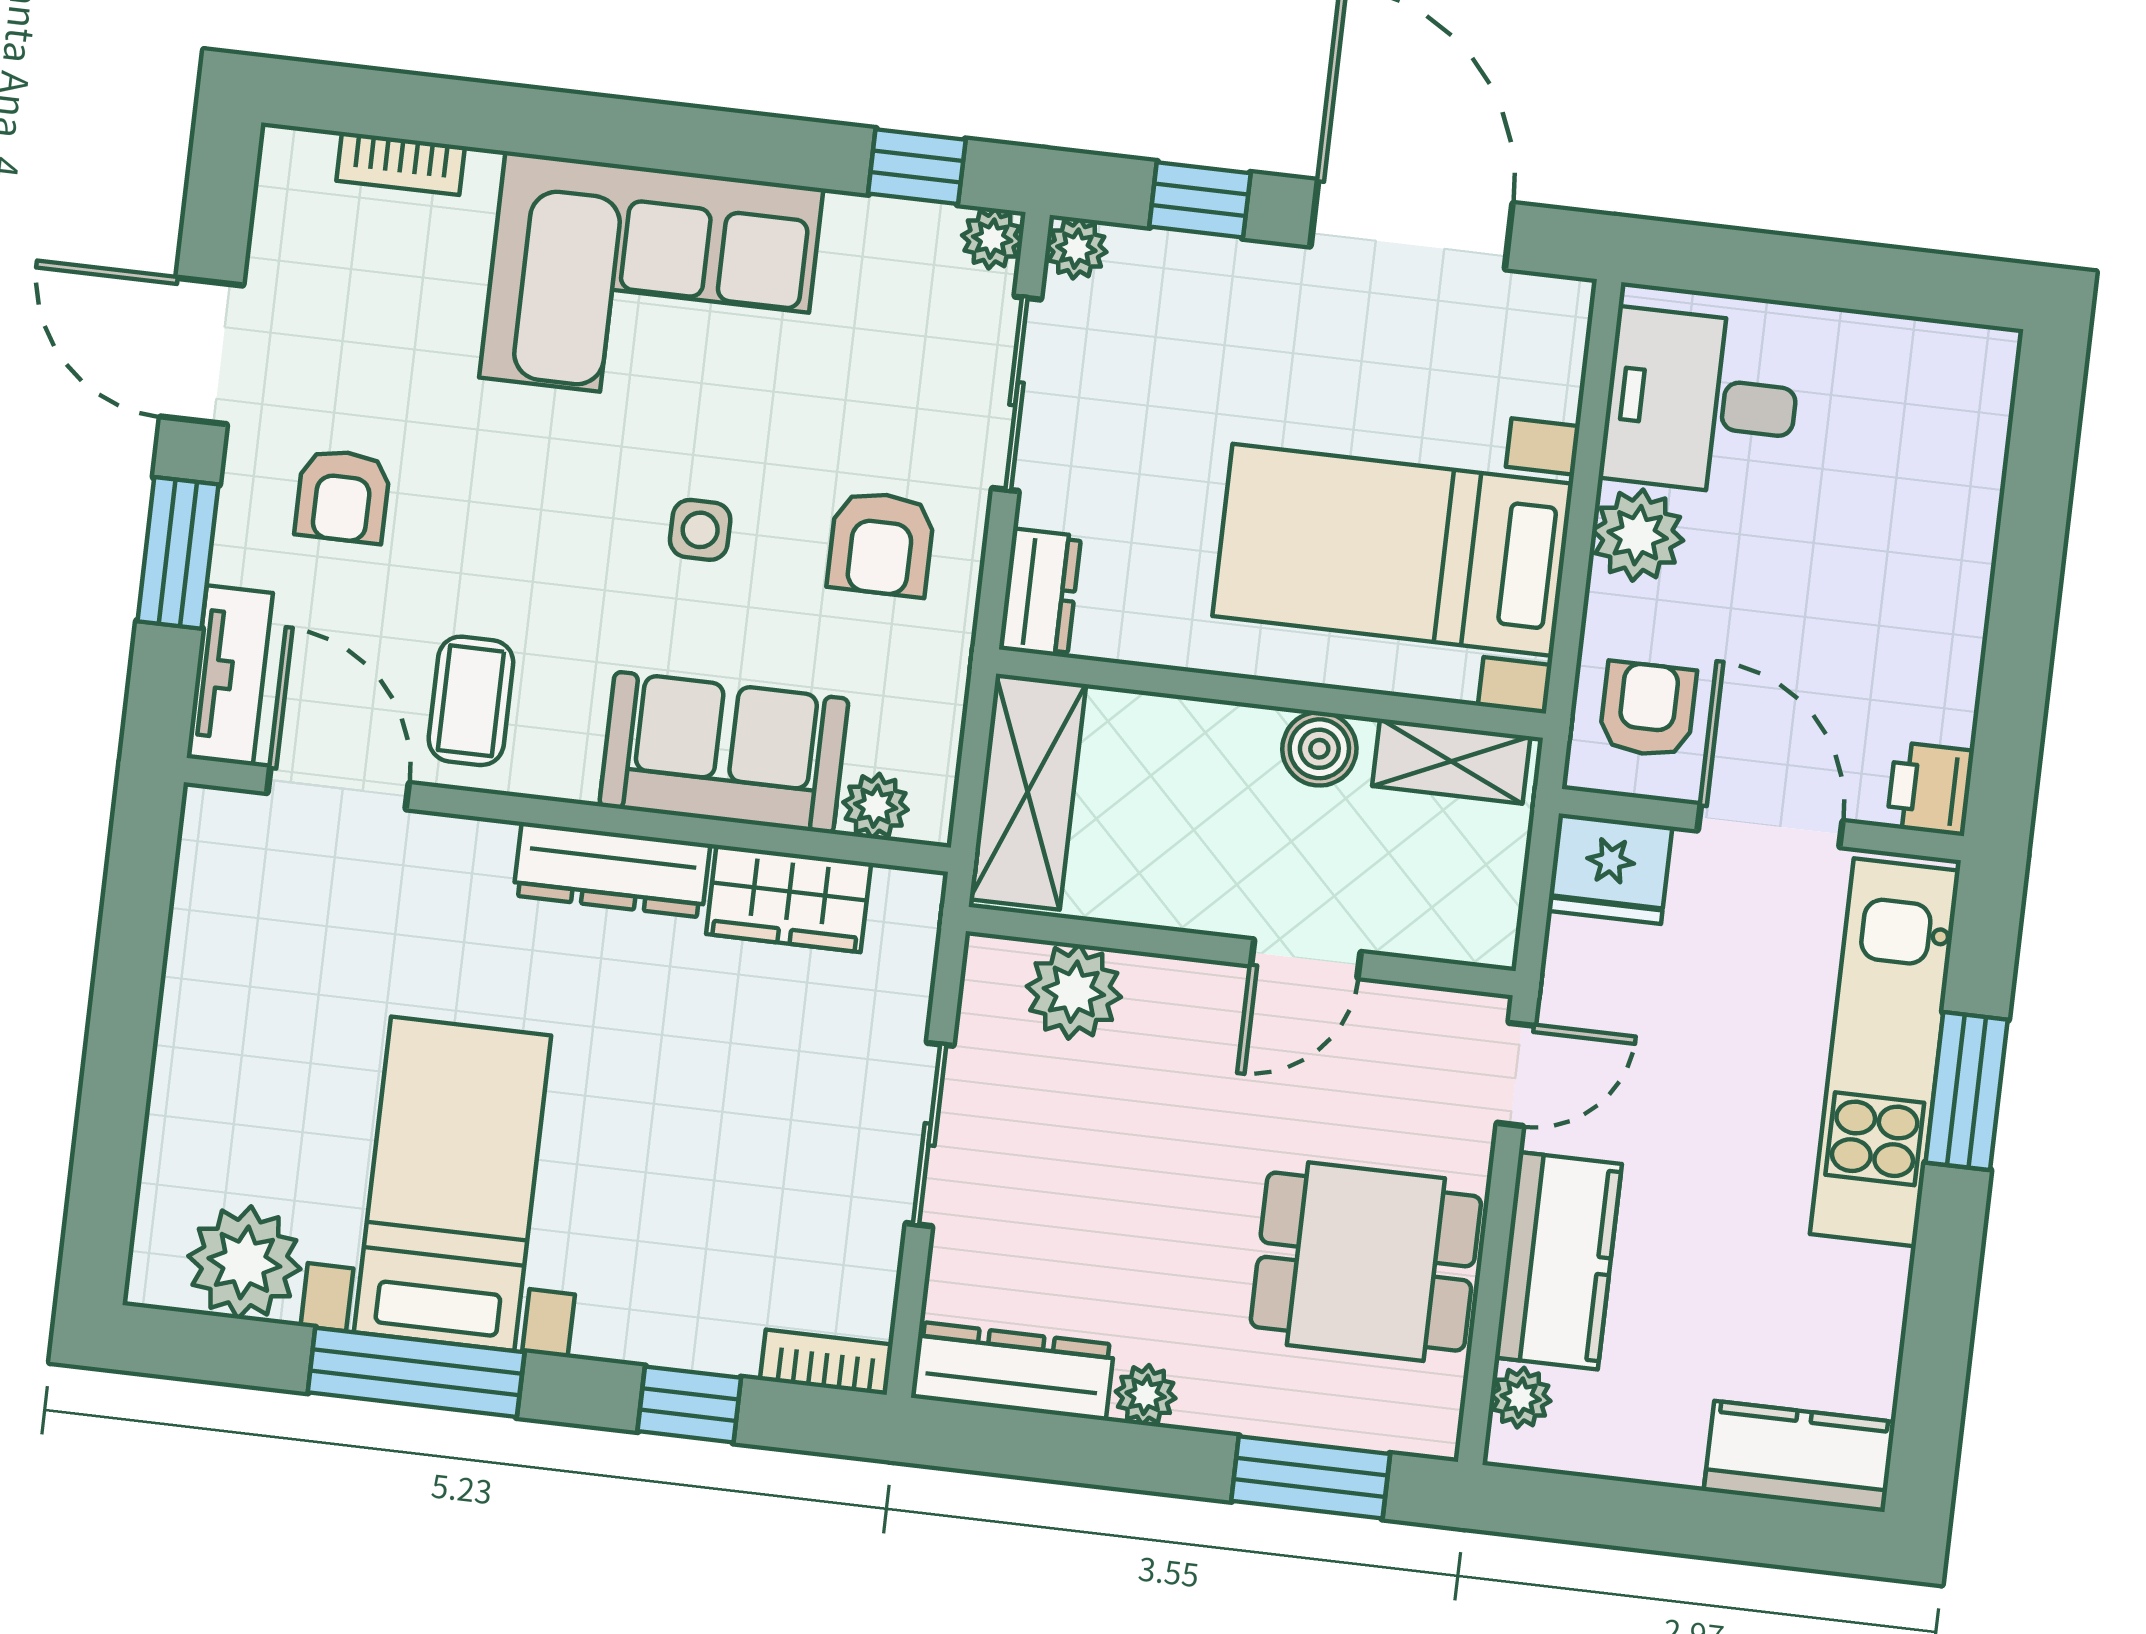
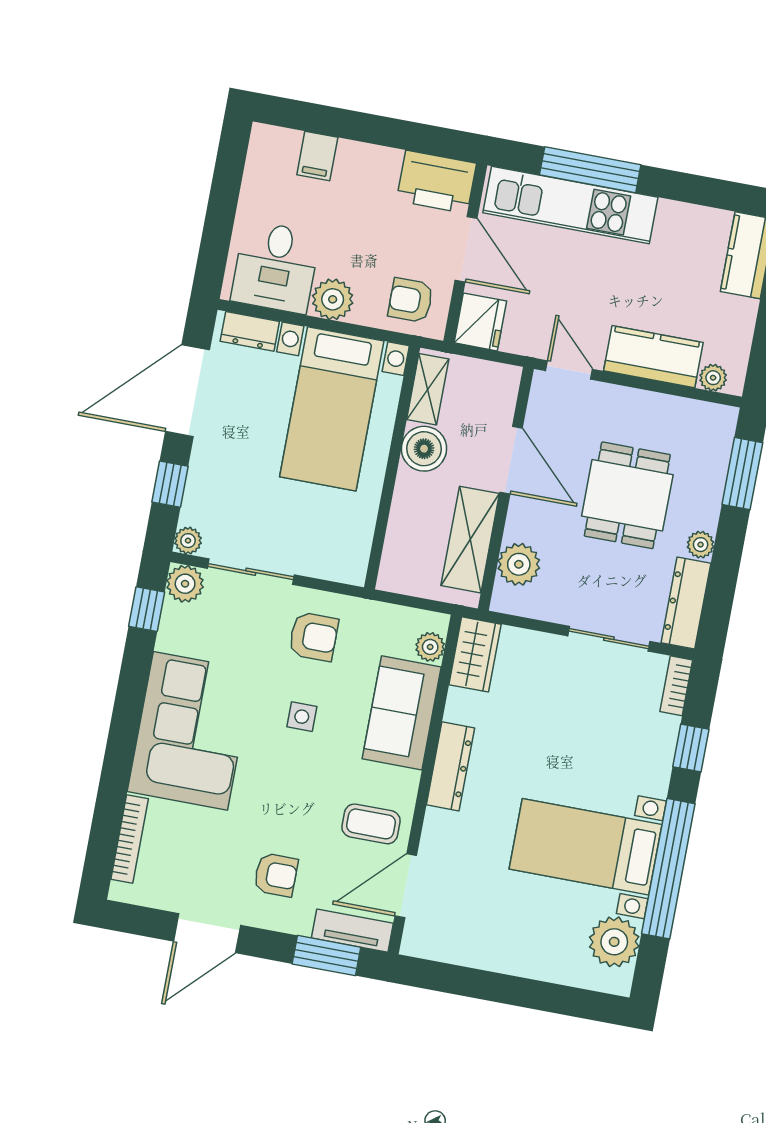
bookcase: (401, 163) -> (130, 839), width x1.56
plant: (992, 239) -> (185, 584), width x1.38, depth x1.38
filing cabinet: (1956, 479) -> (317, 156), added
window: (178, 553) -> (326, 956), moved
dresser: (1040, 593) -> (250, 331), moved, turned 180
boiler: (1319, 749) -> (424, 449), width x1.36, depth x1.36
printer: (1930, 789) -> (436, 182), width x1.87, depth x1.48
shelving: (1028, 792) -> (470, 540), moved, turned 90
door: (1770, 826) -> (466, 249), swing flipped
wardrobe: (789, 899) -> (475, 654), moved
door: (1306, 959) -> (511, 460), width x1.37
window: (1967, 1091) -> (590, 170), width x1.44
sliding door: (930, 1134) -> (609, 639), moved
dining table: (1366, 1262) -> (627, 495), moved
window: (416, 1372) -> (668, 869), width x1.46

